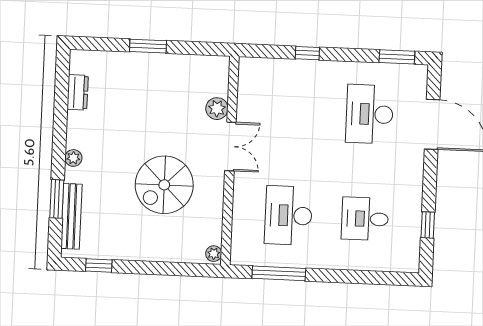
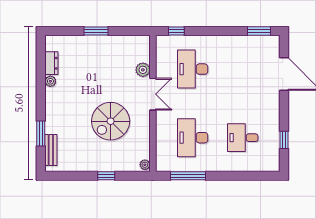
window: (307, 53) -> (176, 31), moved
desk: (369, 114) -> (193, 69), moved
plant: (73, 158) -> (50, 81), moved
bench: (71, 216) -> (51, 150), width x0.73
window: (99, 266) -> (106, 176), moved

